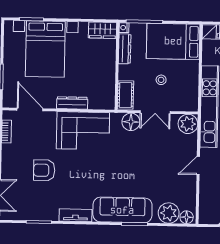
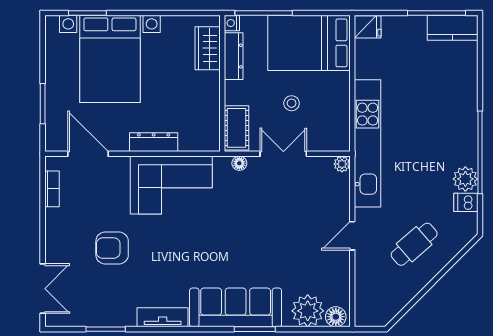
wardrobe: (102, 30) -> (208, 48), moved, turned 90
double door: (155, 112) -> (283, 154), swing flipped
floor lamp: (131, 122) -> (239, 163), width x0.53, depth x0.53
plant: (188, 124) -> (342, 164), width x0.53, depth x0.53

